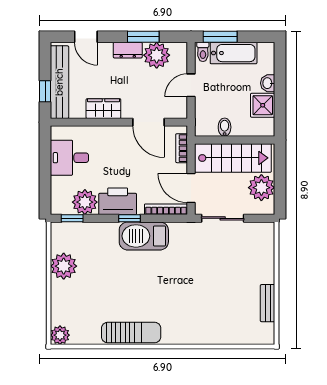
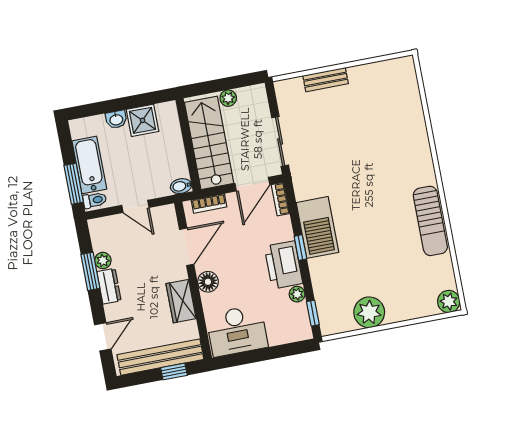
plant: (157, 55) -> (103, 261), width x0.53, depth x0.53
bidet: (225, 127) -> (181, 186), moved
floor lamp: (116, 135) -> (208, 282), added
desk: (69, 158) -> (237, 331), width x1.37
plant: (261, 188) -> (228, 98), width x0.53, depth x0.53
plant: (85, 202) -> (297, 294), width x0.53, depth x0.53
bookcase: (166, 209) -> (280, 199), width x0.64
bench: (268, 303) -> (326, 80), moved
sun lounger: (131, 333) -> (430, 221), turned 180

